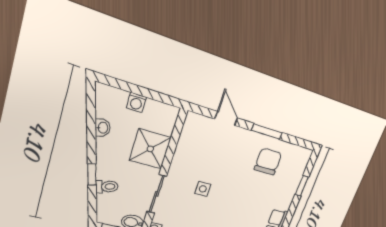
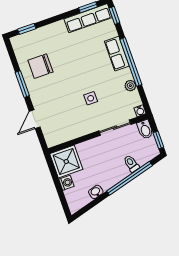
shower: (150, 149) -> (66, 162), moved
window: (92, 174) -> (130, 178), width x3.17
window: (302, 186) -> (27, 29), moved

